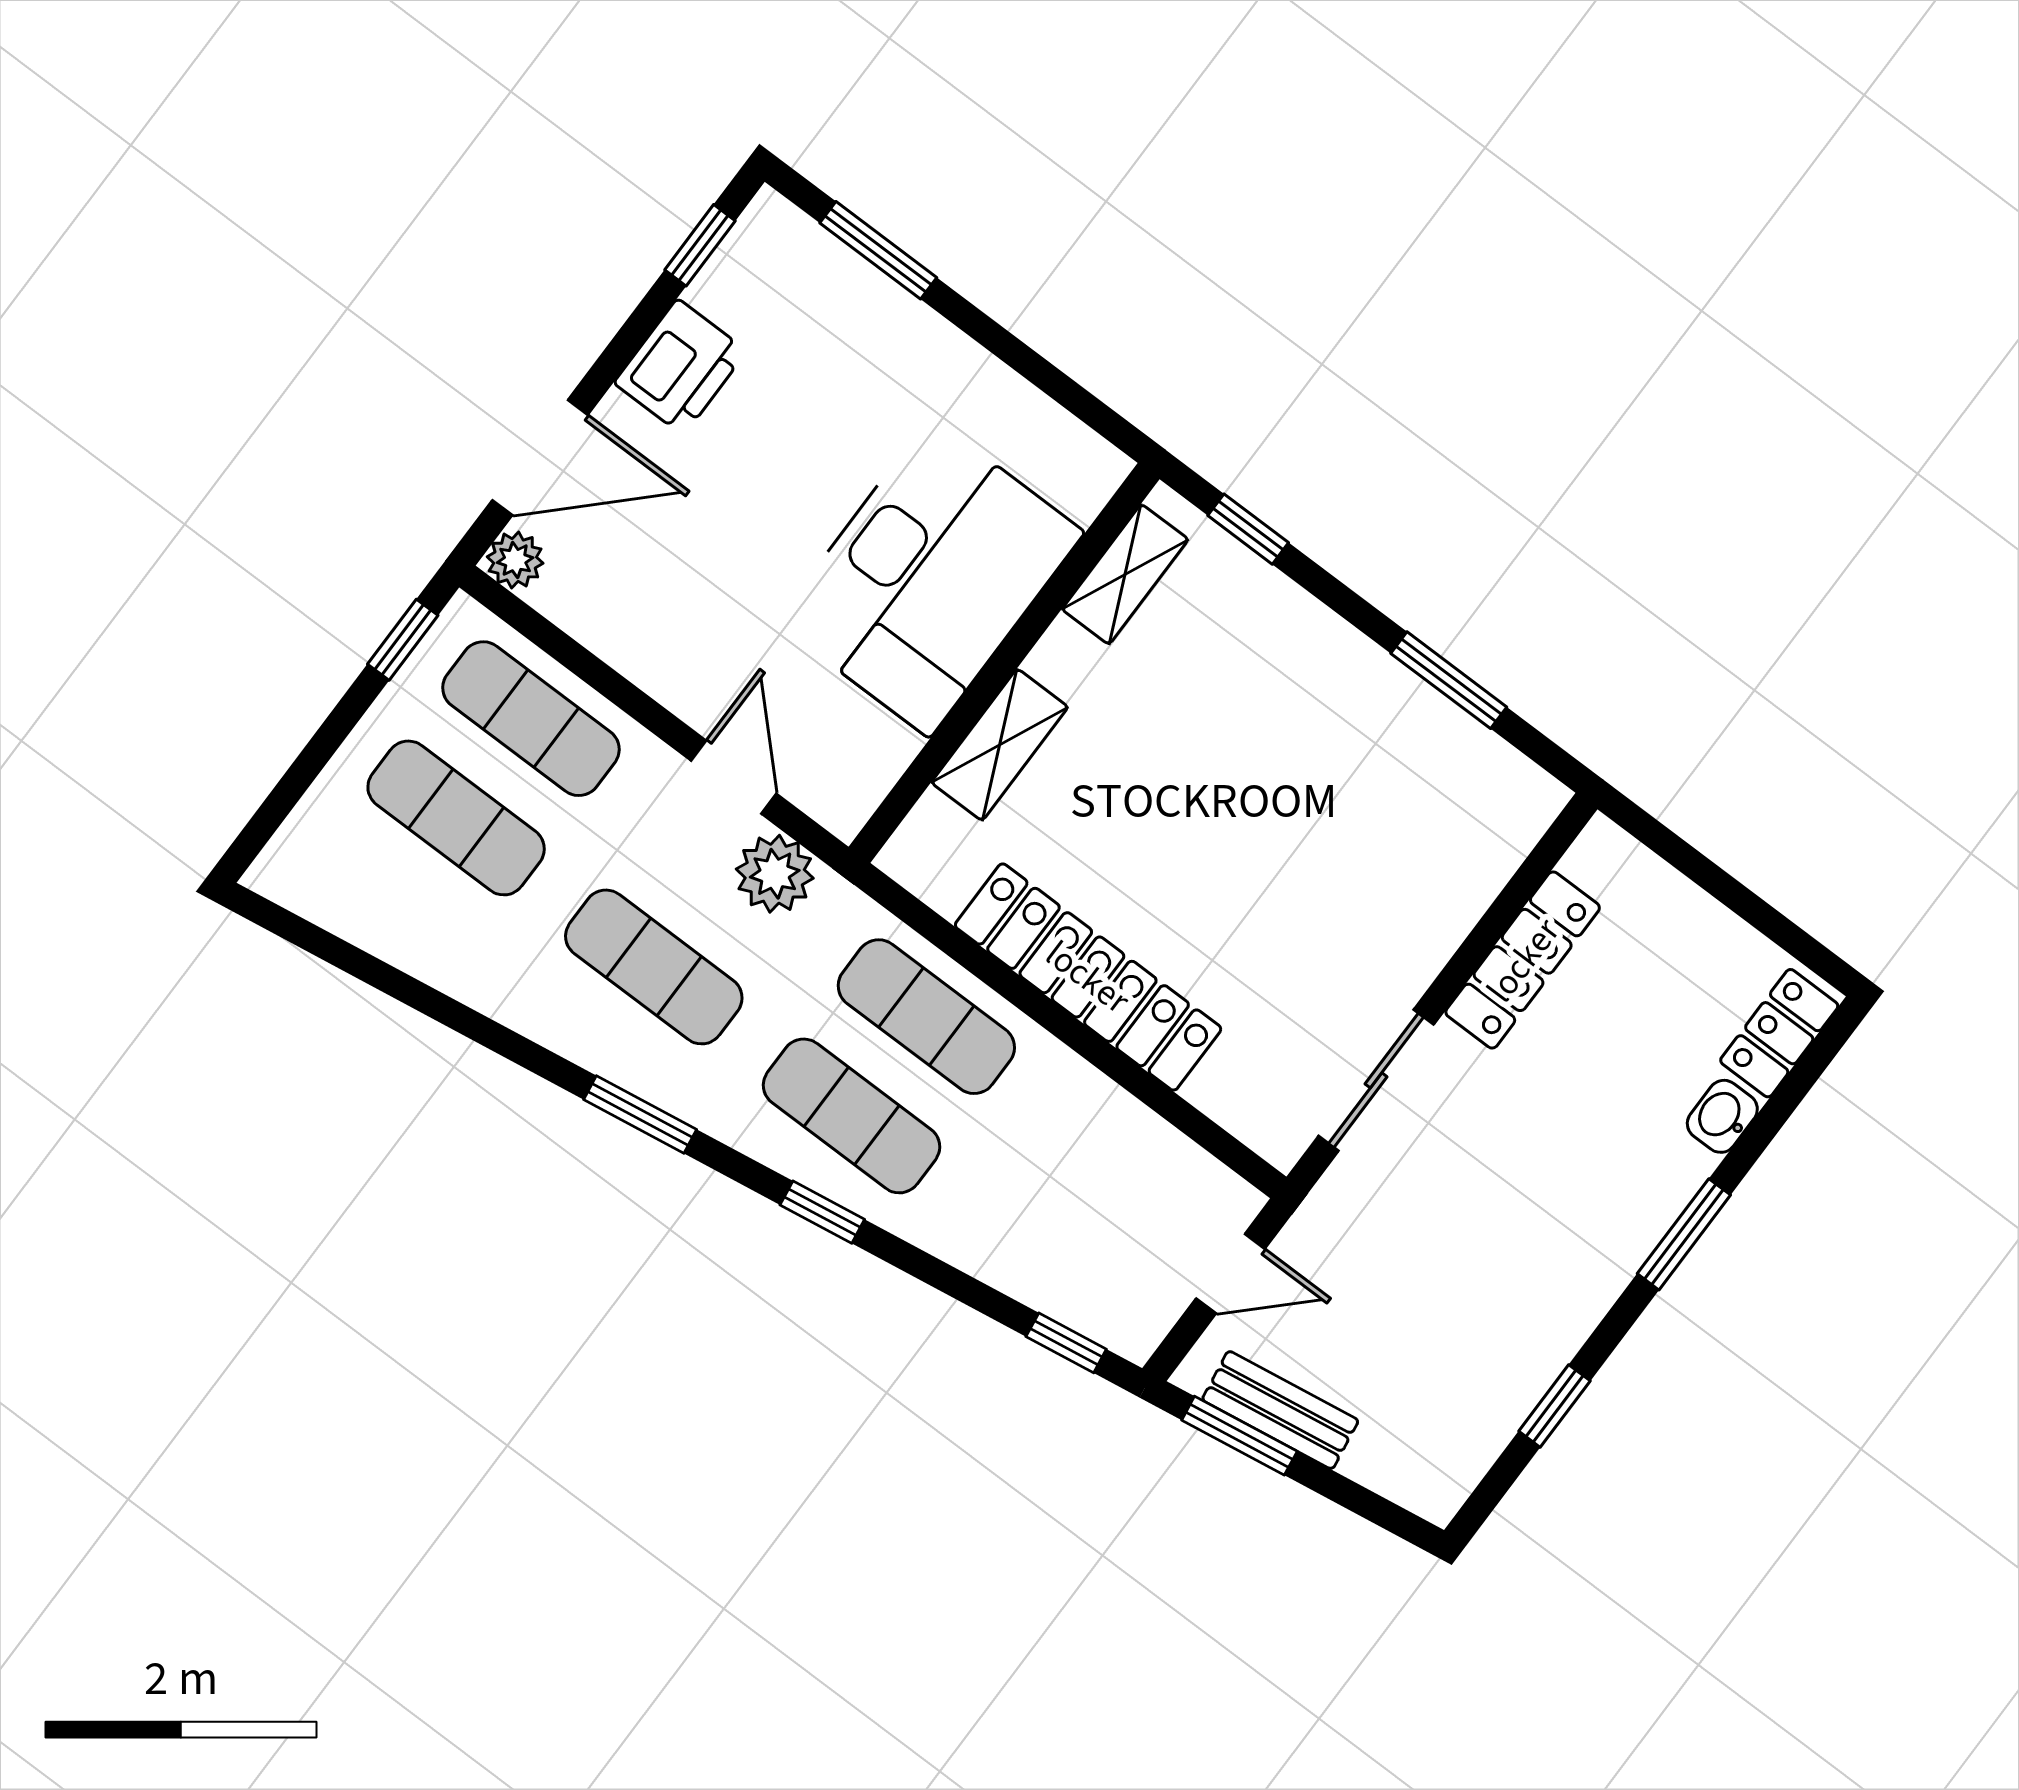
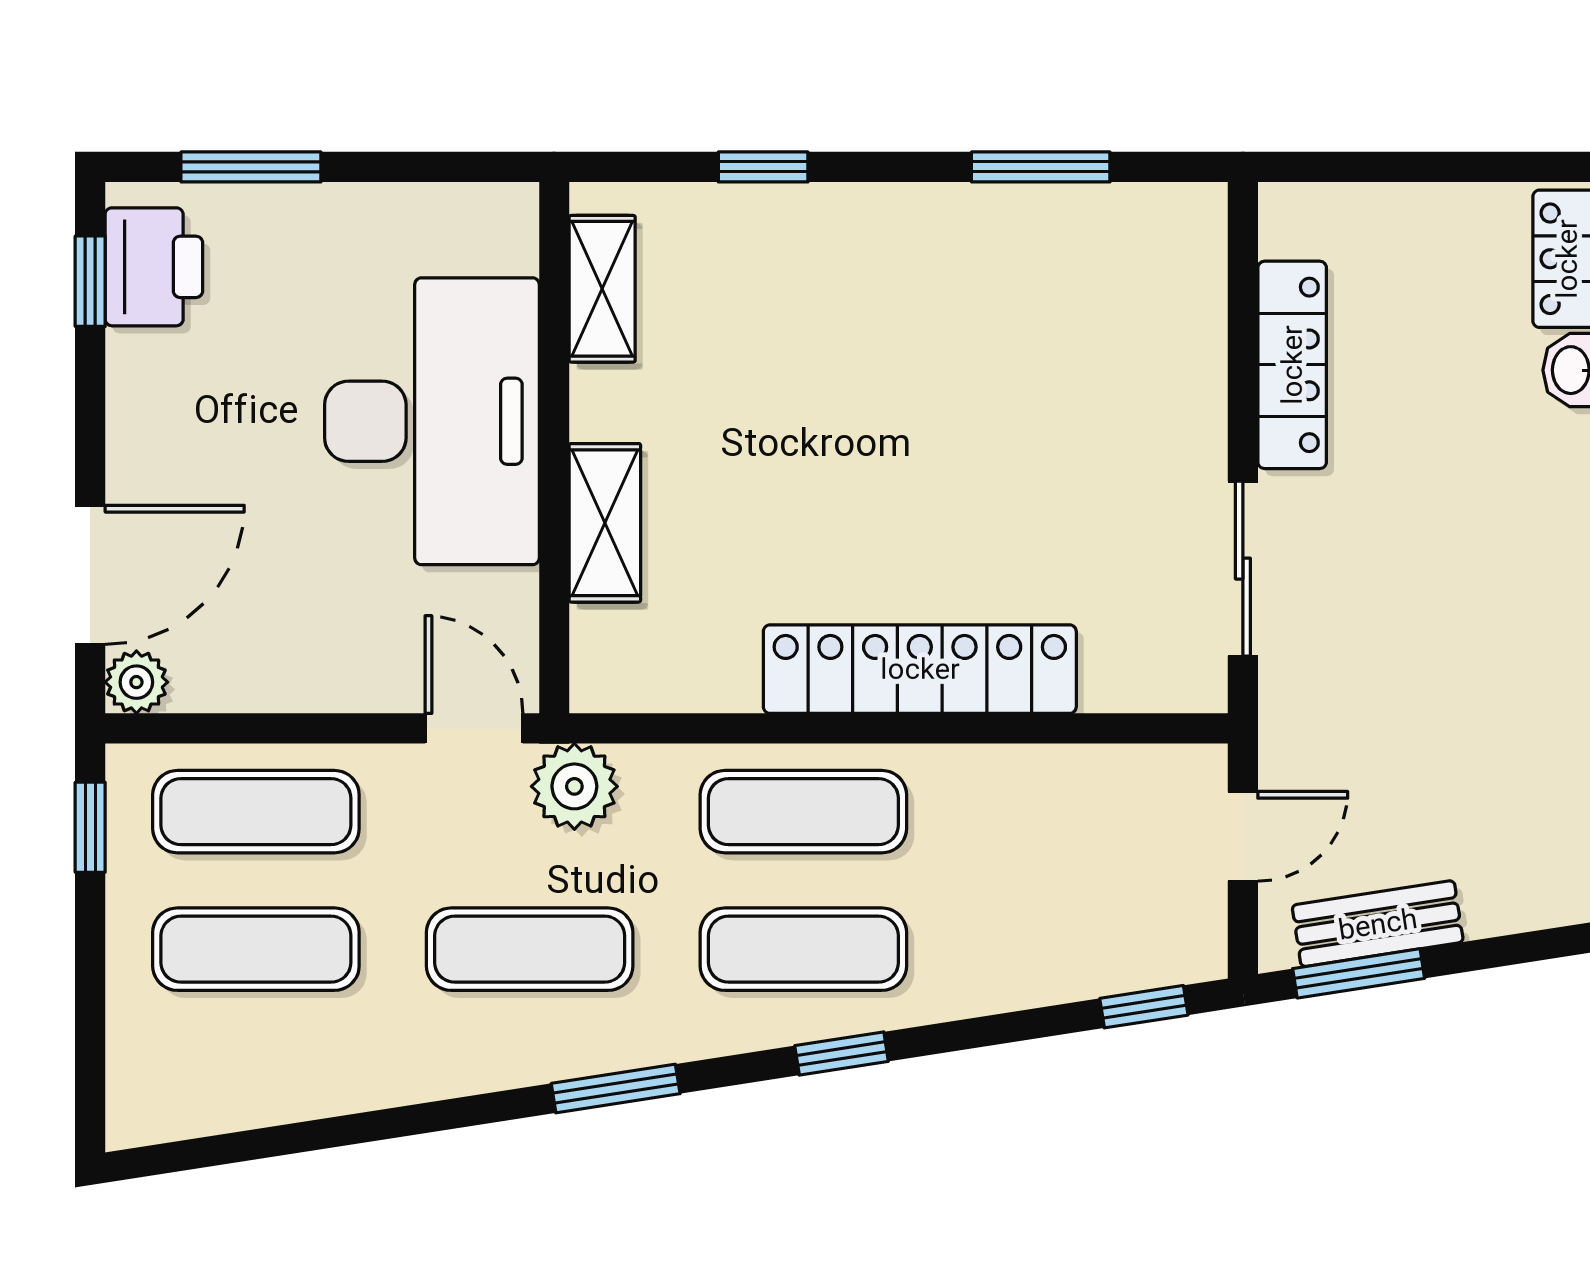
printer: (680, 367) -> (154, 267), moved
shelving: (1125, 574) -> (602, 289), moved
desk: (930, 577) -> (432, 421), moved
wall: (1004, 663) -> (554, 448), moved
shelving: (1000, 745) -> (605, 523), moved

